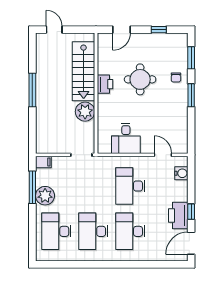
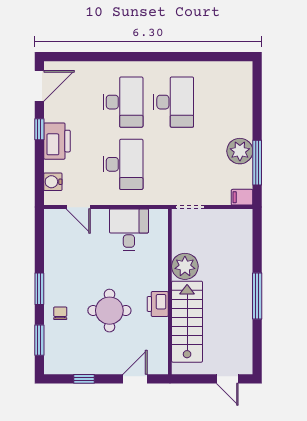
printer: (178, 216) -> (57, 141), moved
desk: (56, 231) -> (224, 102), removed

